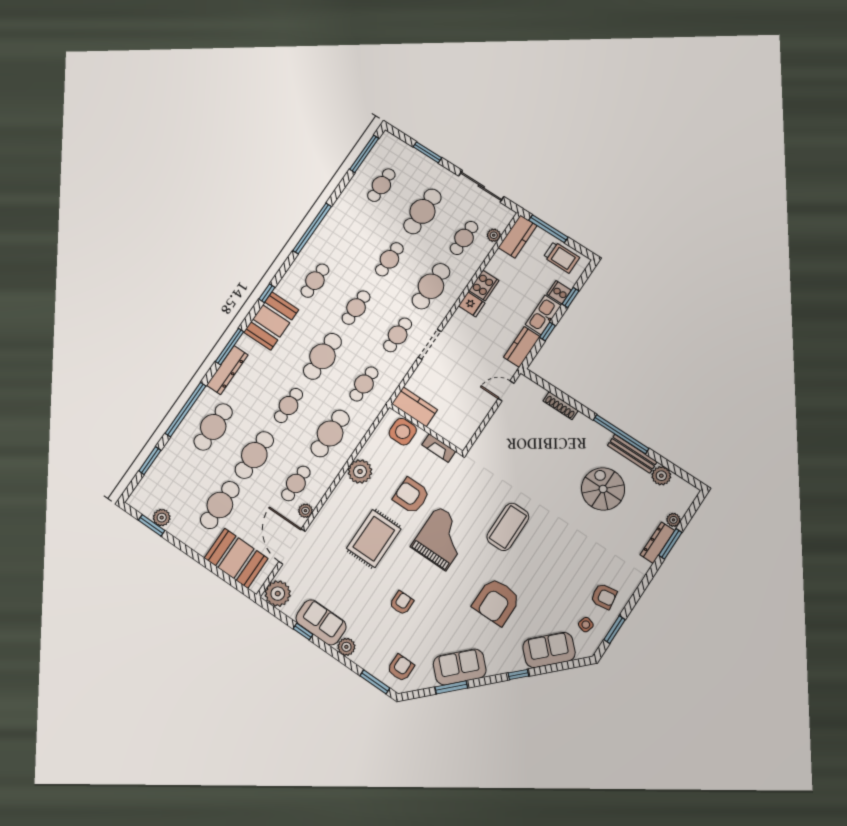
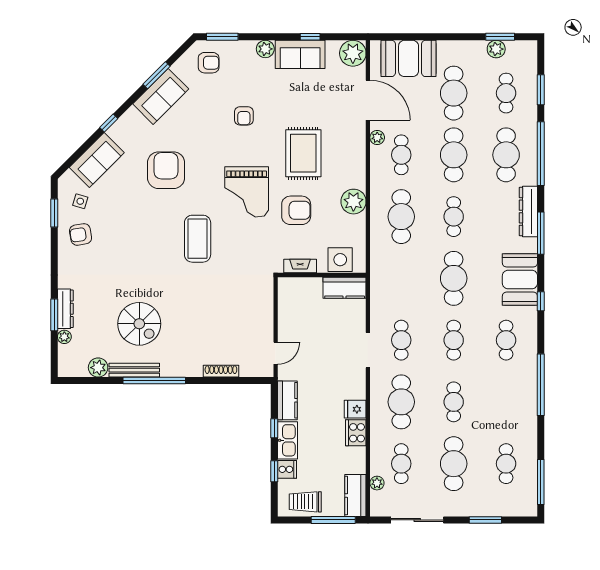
cafe table: (364, 384) -> (506, 93), moved
armchair: (401, 668) -> (209, 63), turned -90

